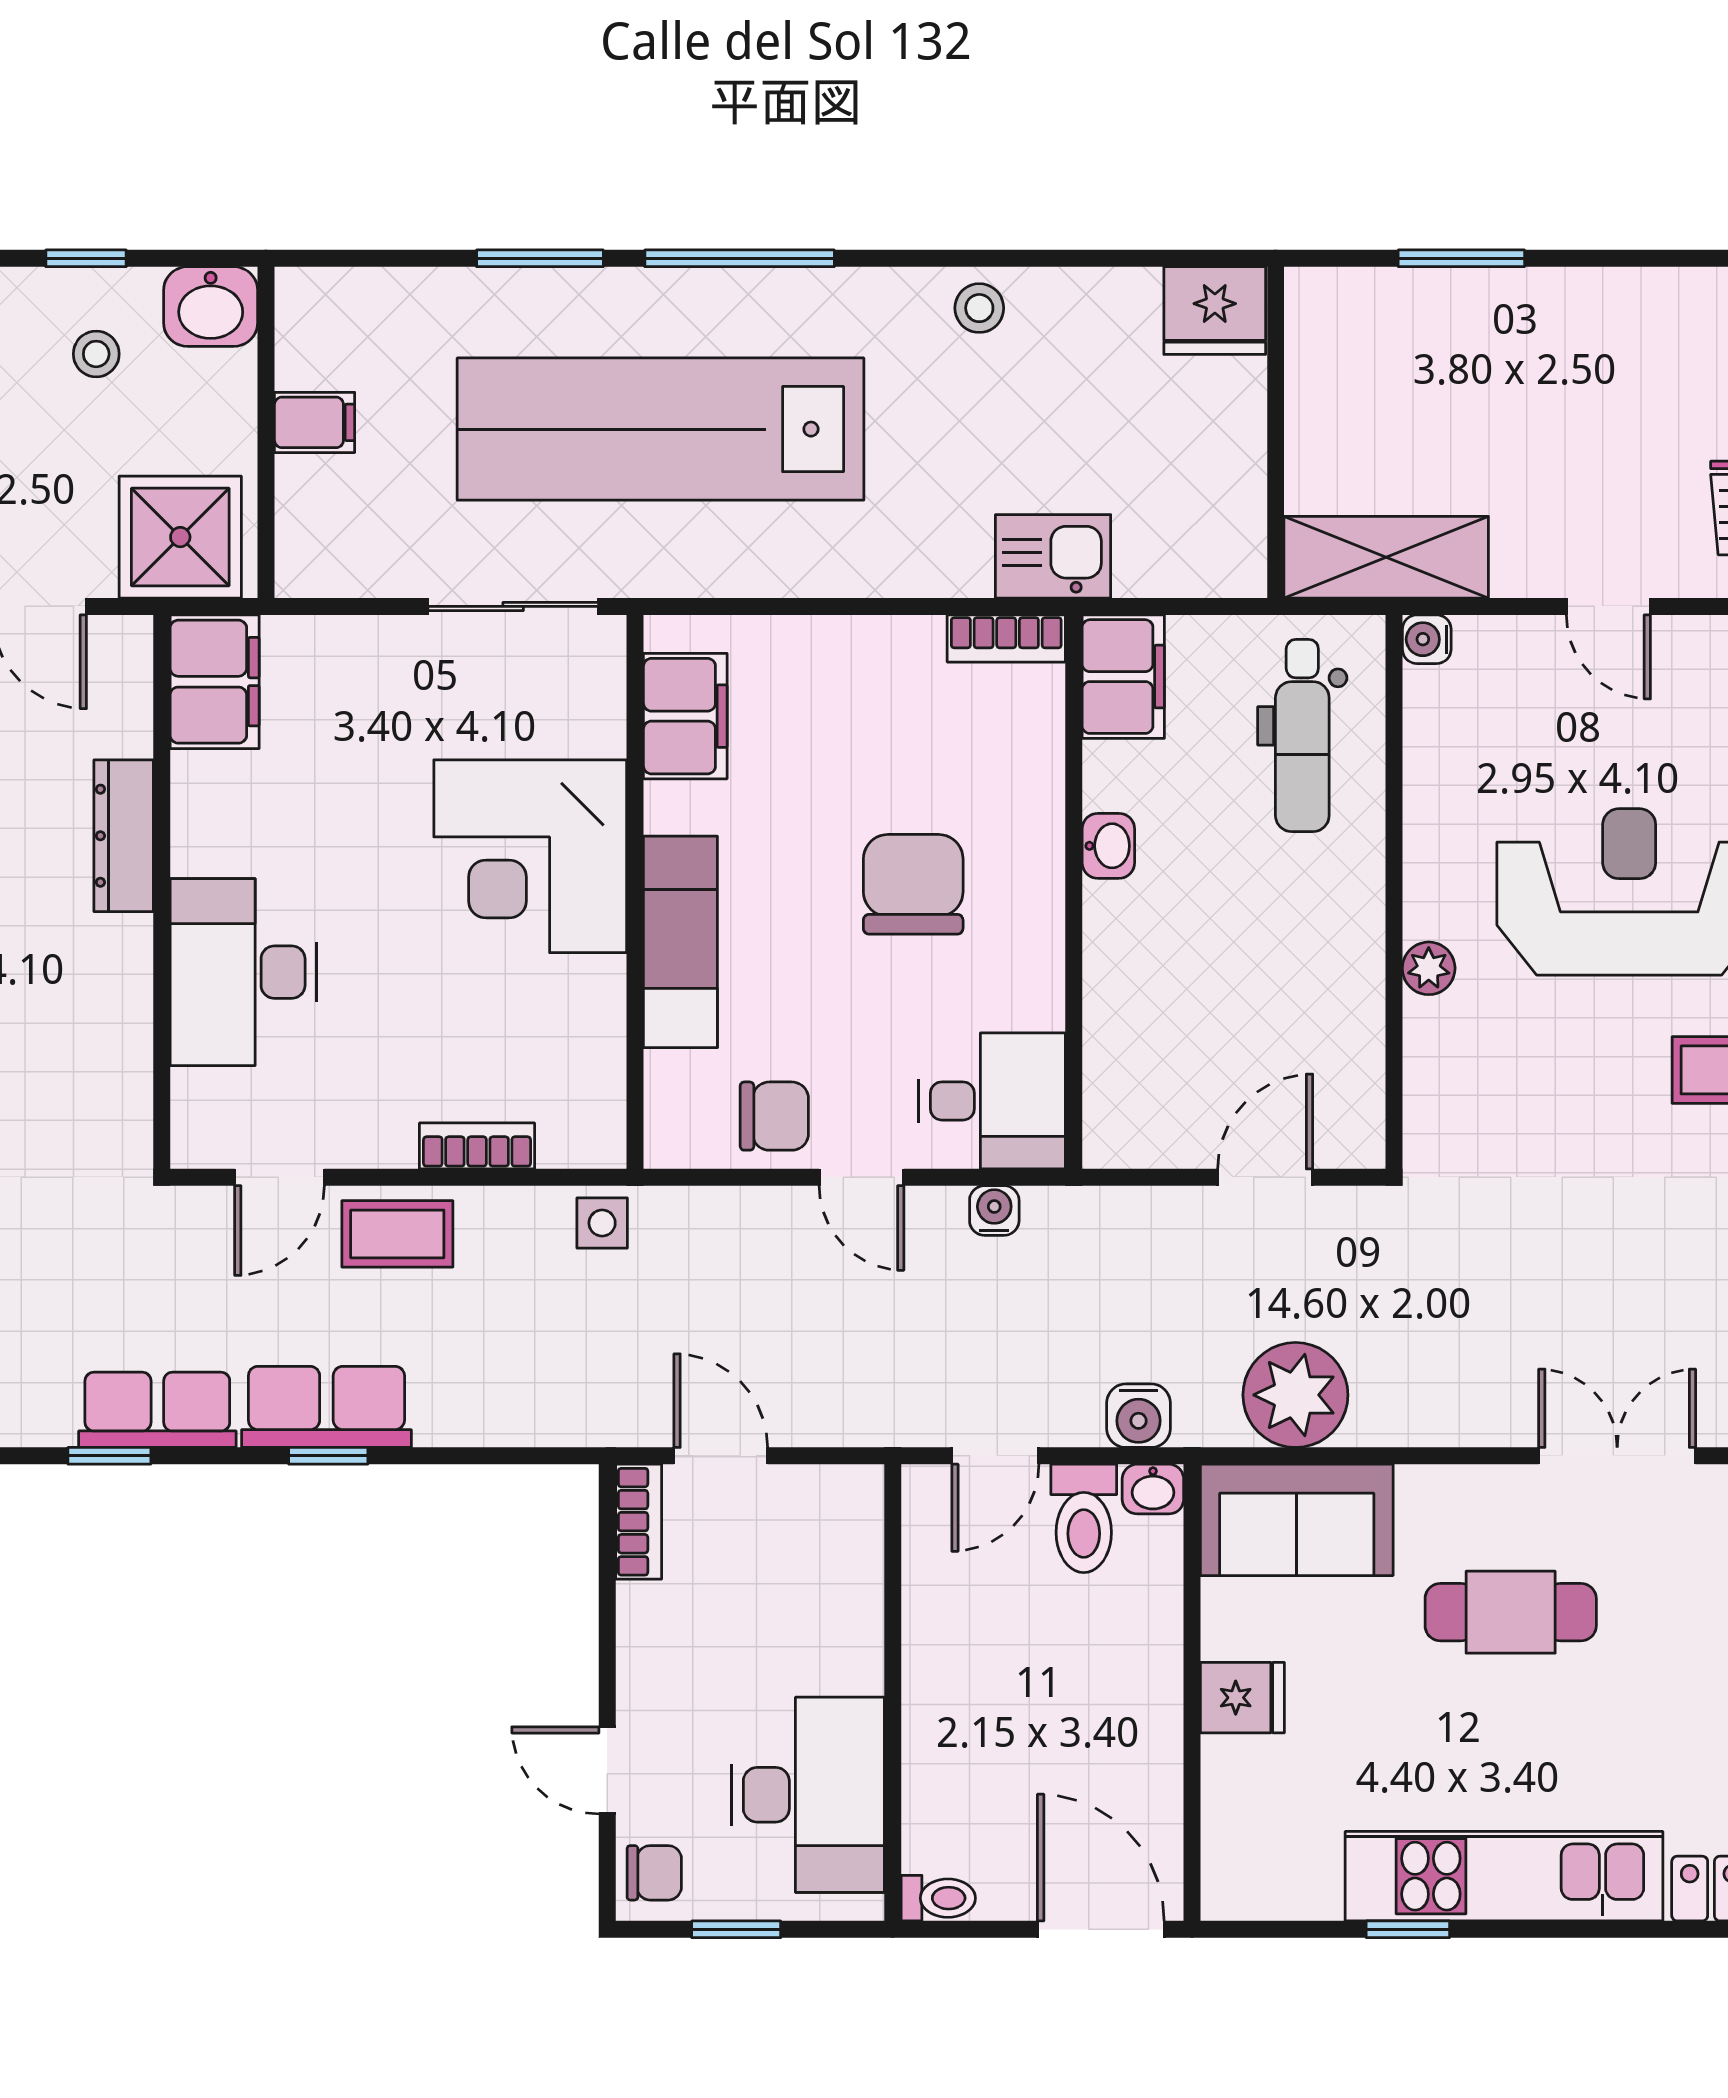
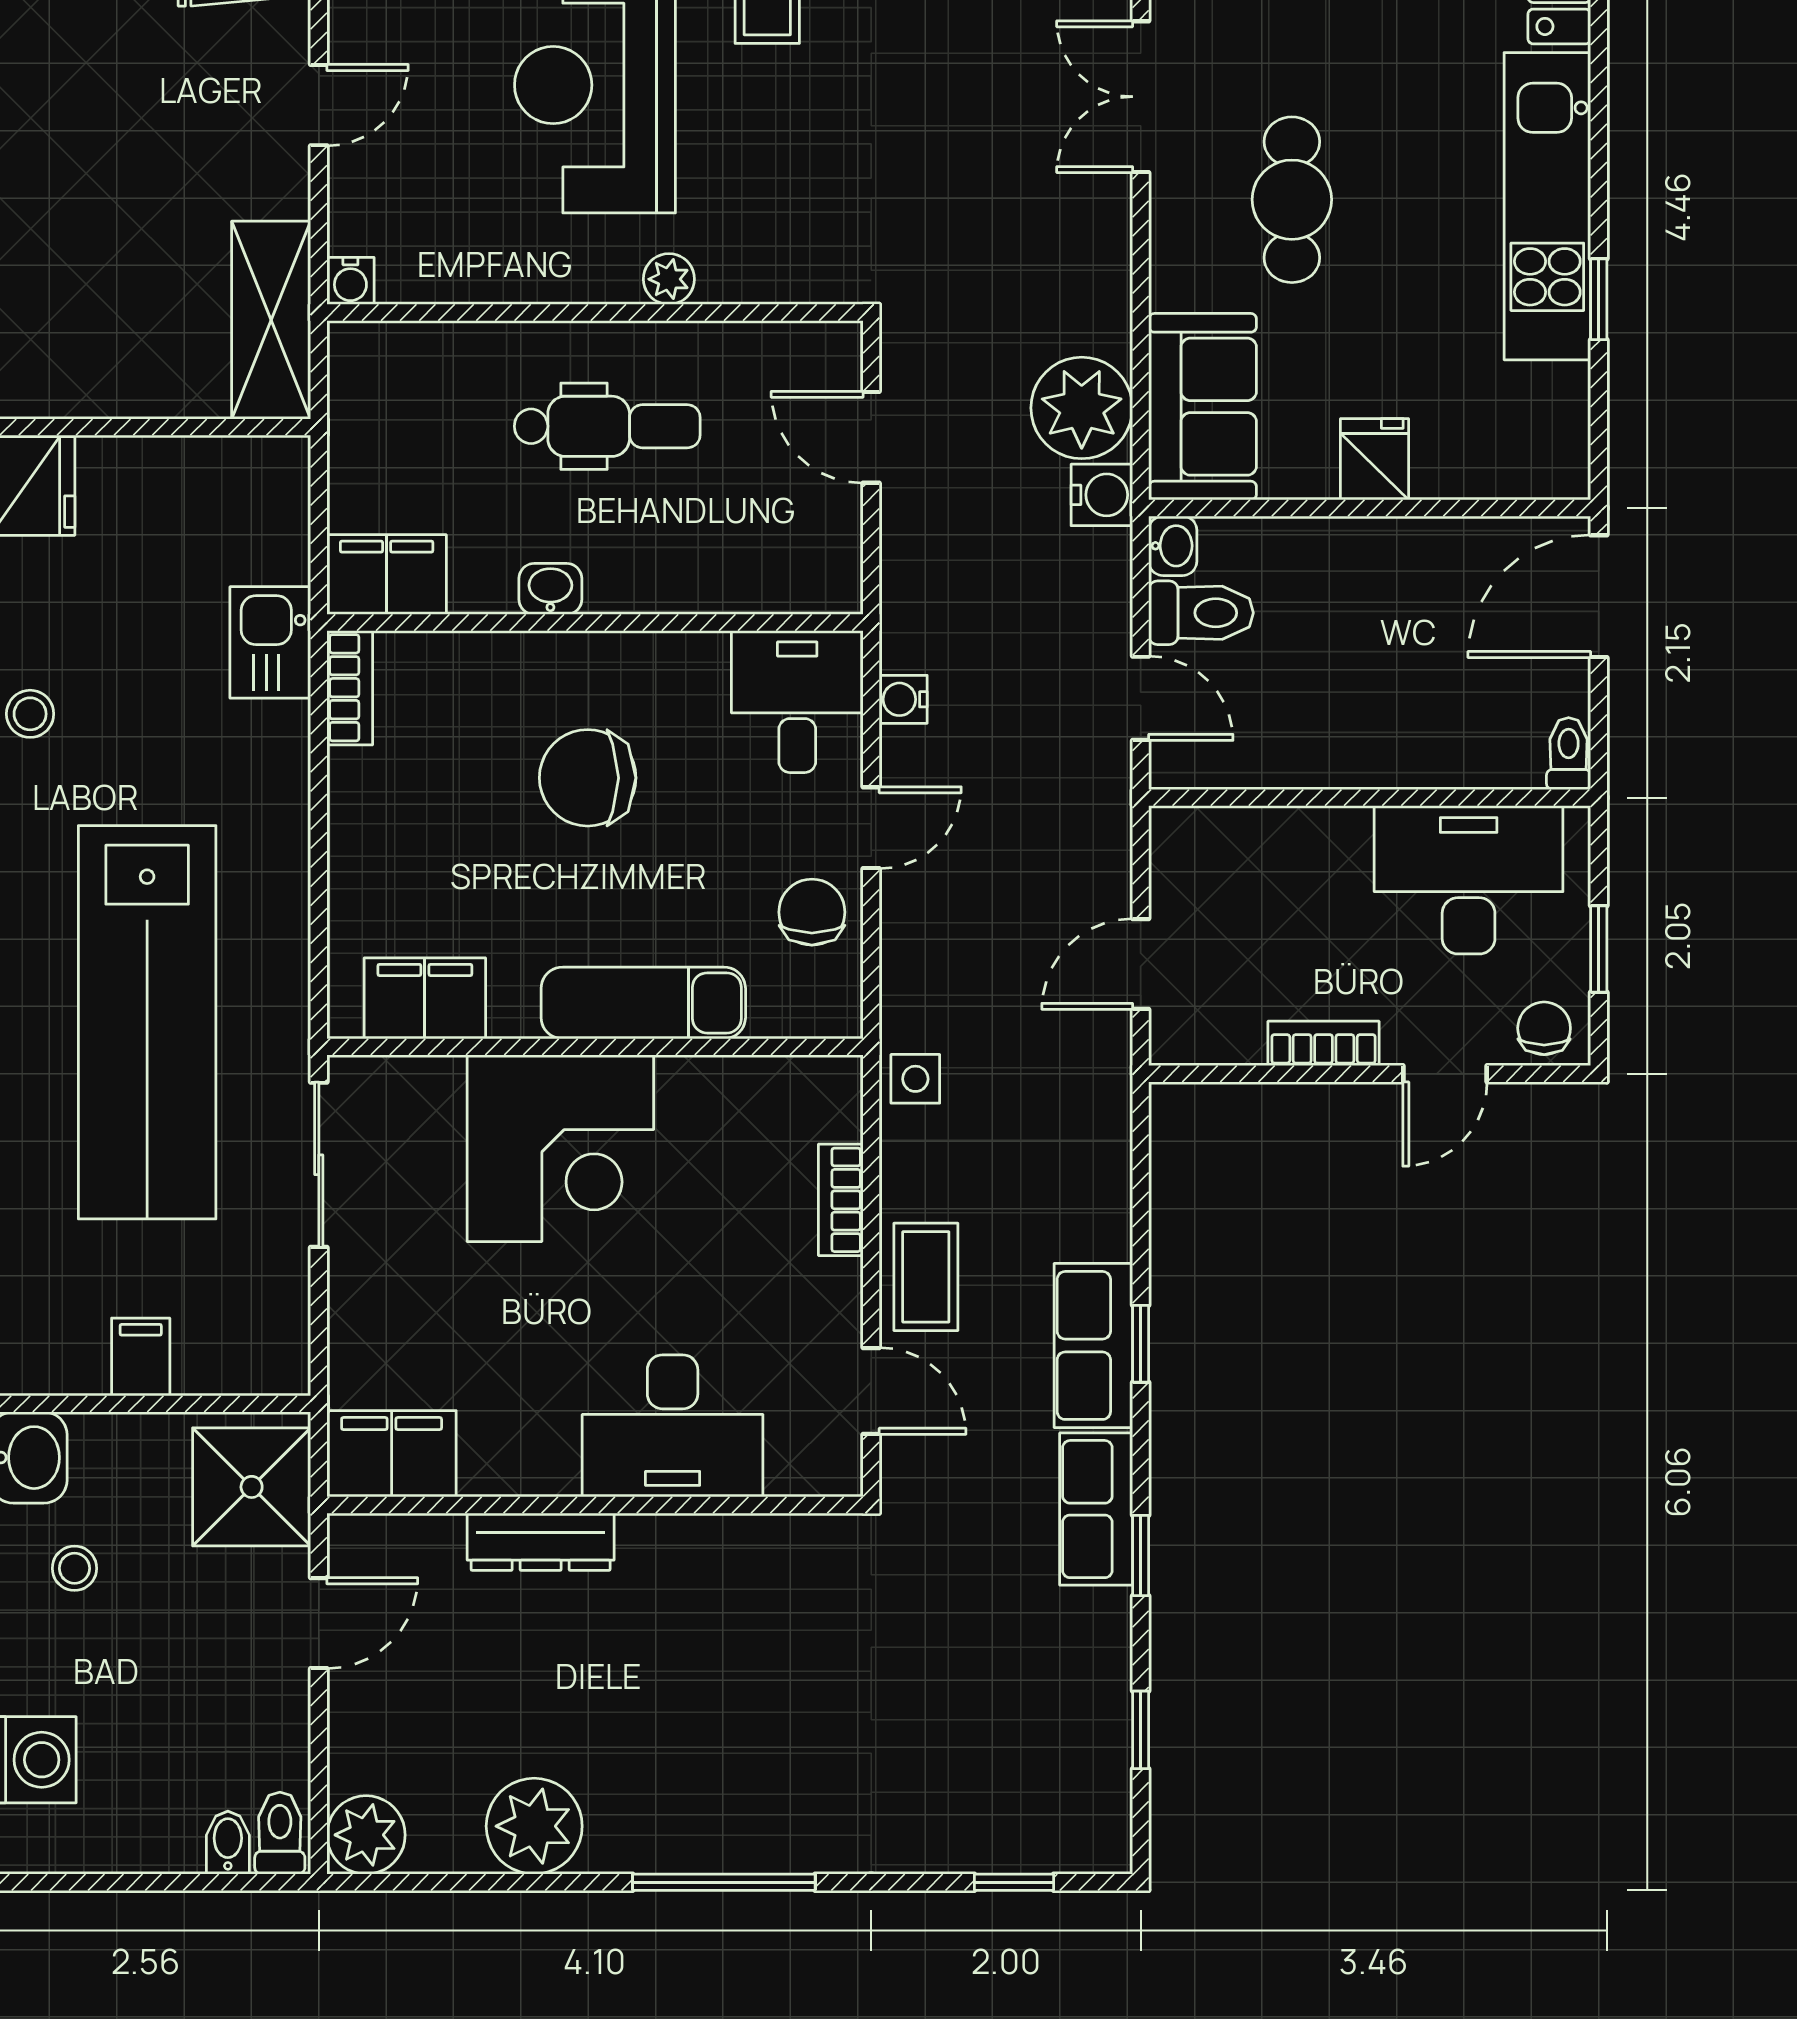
dental chair: (1302, 735) -> (607, 426), moved
water cooler: (1139, 1416) -> (1102, 495), moved
bookcase: (639, 1522) -> (1324, 1043), moved

